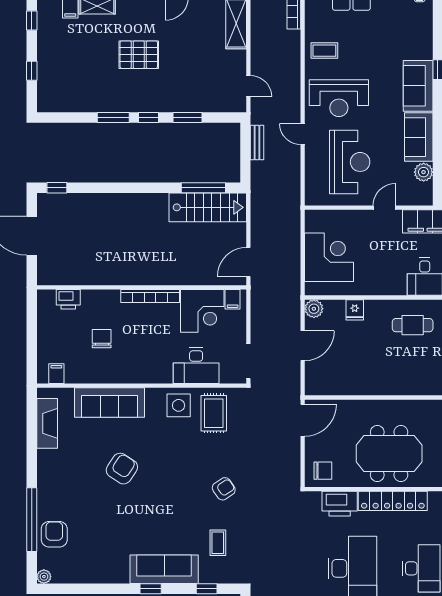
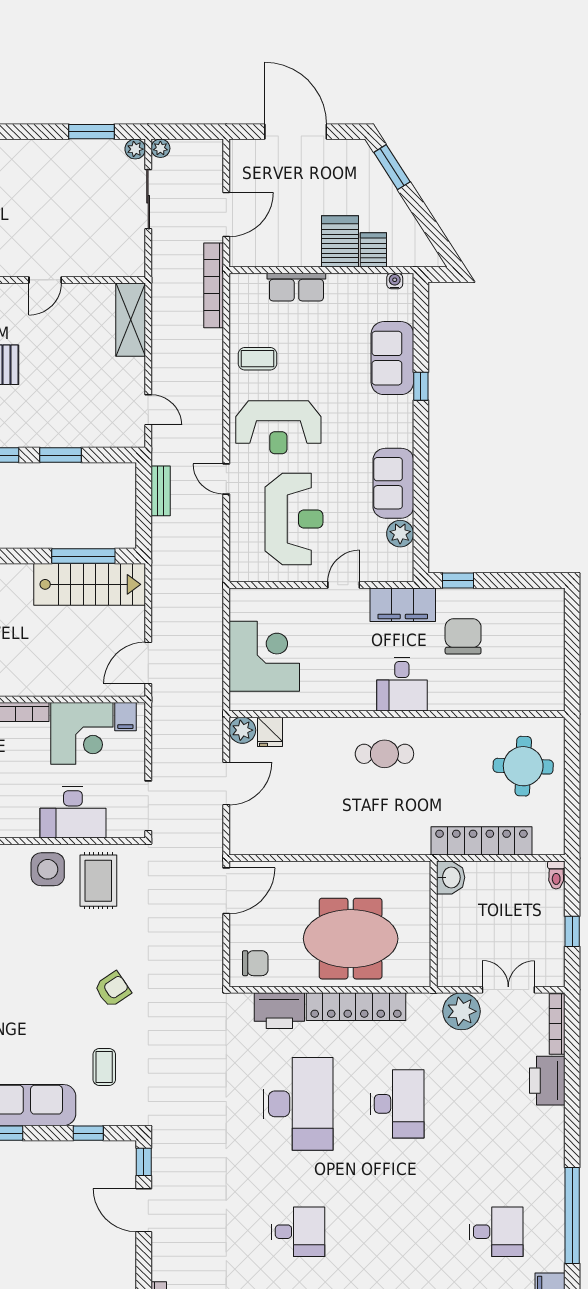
sofa: (418, 86) -> (392, 358), moved
fridge: (355, 310) -> (270, 732), moved

